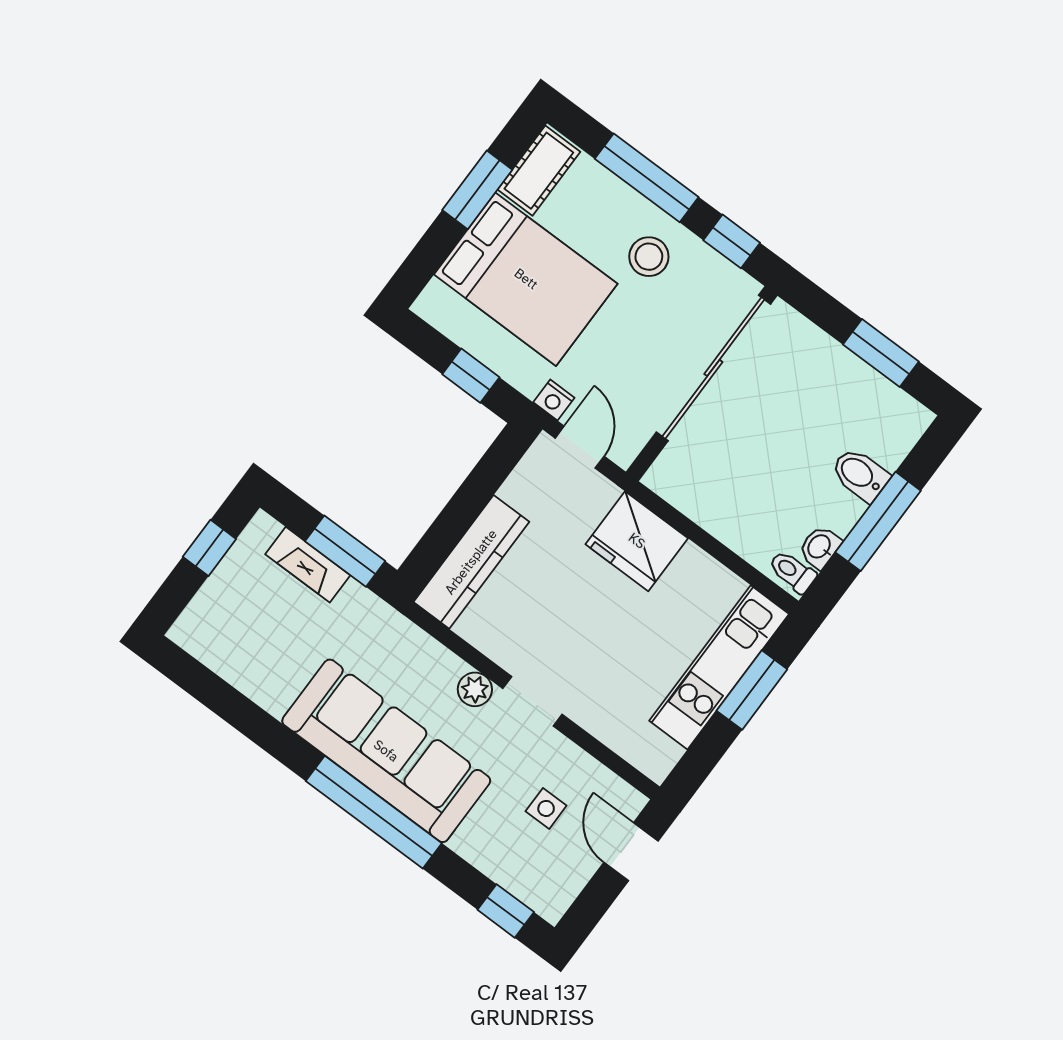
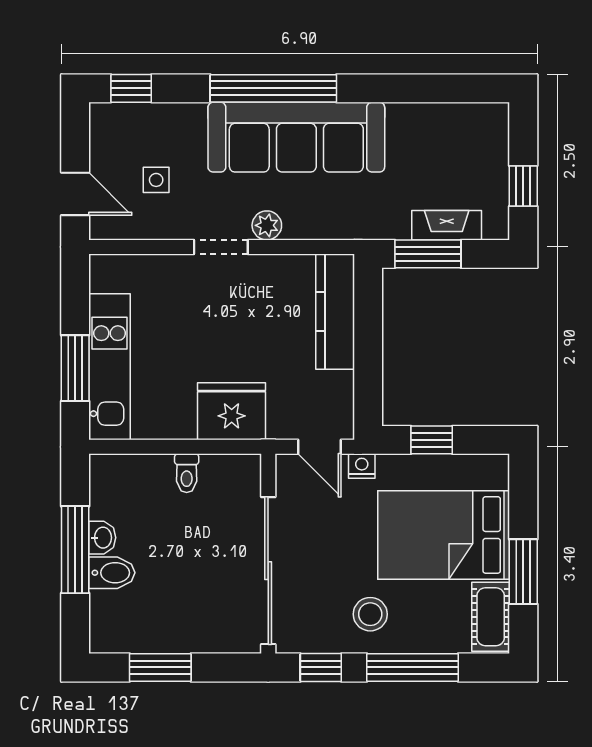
washbasin: (820, 547) -> (102, 538), moved
toilet: (792, 572) -> (187, 473), moved, turned 90

